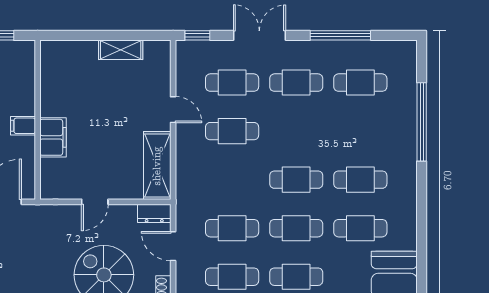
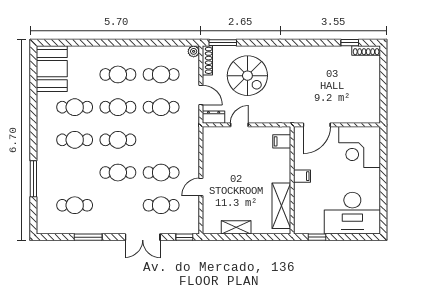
window: (340, 35) -> (88, 237), width x0.69
cafe table: (296, 83) -> (118, 173), moved
door: (173, 110) -> (201, 187), hinge flipped
window: (422, 122) -> (33, 179), width x0.68
filing cabinet: (53, 137) -> (282, 141), moved, width x0.50
shelving: (157, 166) -> (281, 206), moved
door: (95, 202) -> (239, 125), moved

